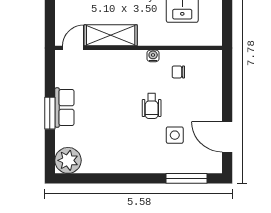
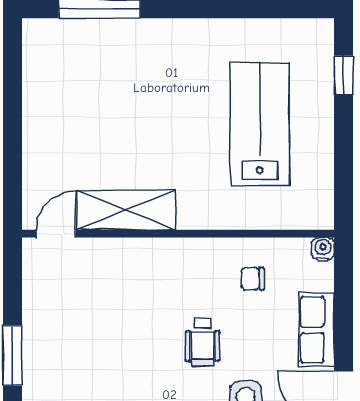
water cooler: (153, 56) -> (323, 249), moved
row of seats: (64, 108) -> (316, 330), moved, turned 180

